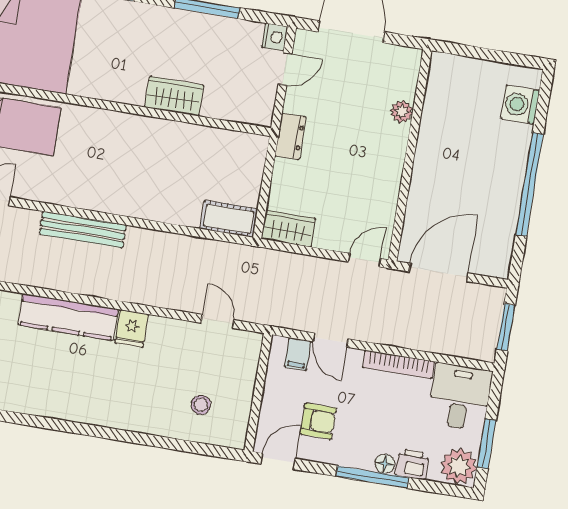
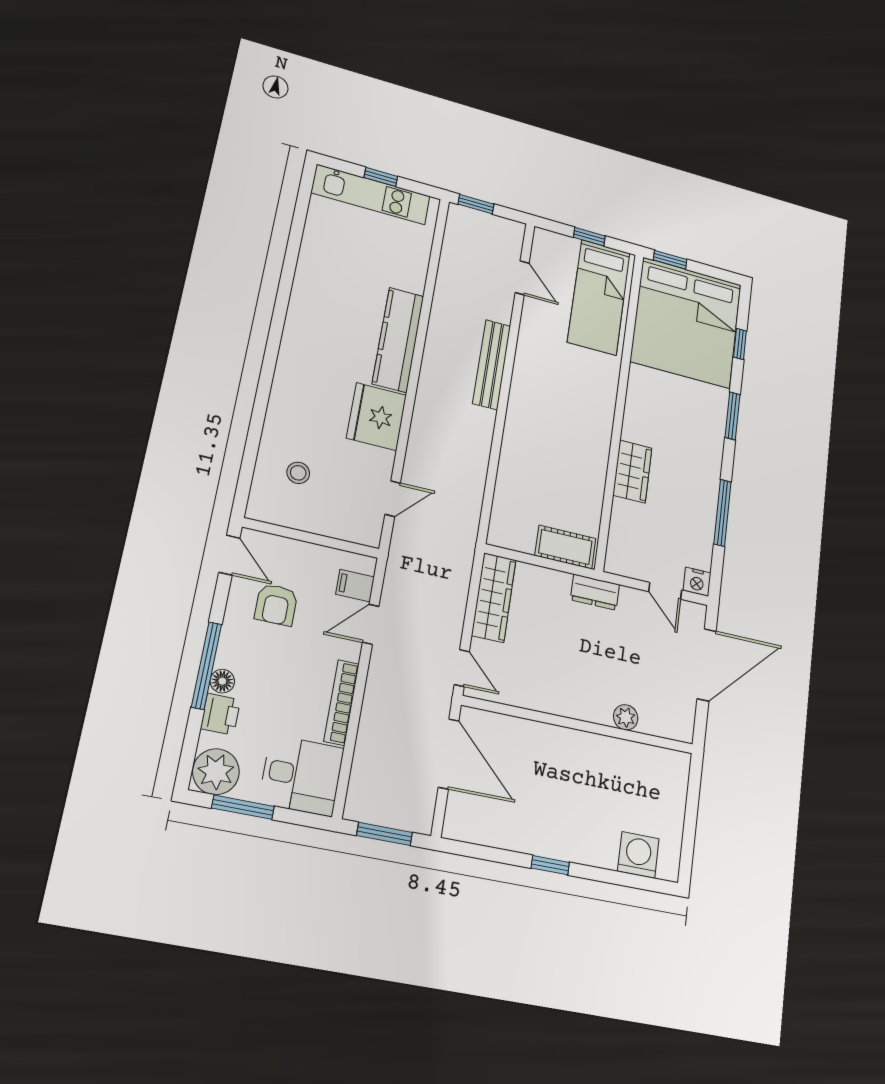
window: (530, 184) -> (550, 865), width x0.32
cot: (229, 219) -> (565, 547), moved, turned 90
wardrobe: (288, 229) -> (494, 598), width x1.50
fridge: (132, 329) -> (377, 417), width x1.88, depth x1.34

